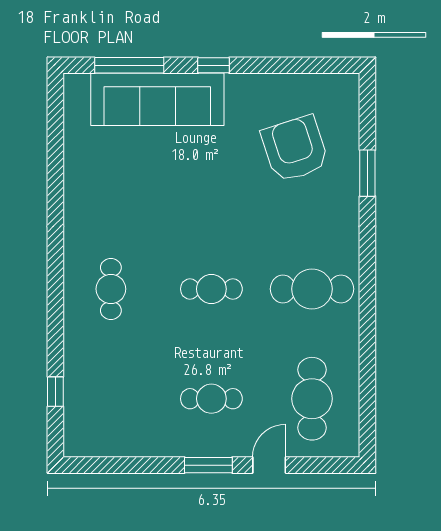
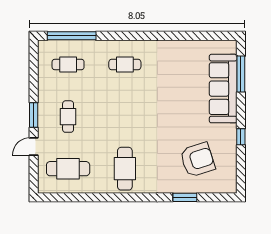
window: (214, 65) -> (241, 137), moved
cafe table: (211, 289) -> (68, 65), moved, turned 90
window: (55, 392) -> (72, 36), width x3.17
door: (269, 465) -> (34, 146), swing flipped

